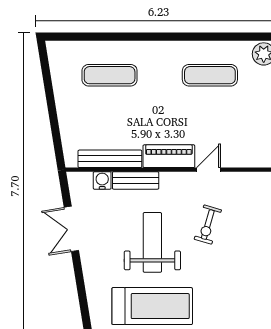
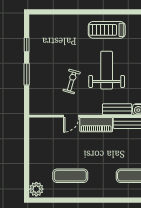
weight bench: (152, 242) -> (107, 70), turned 180
treadmill: (152, 306) -> (107, 30), width x0.73, depth x0.73

